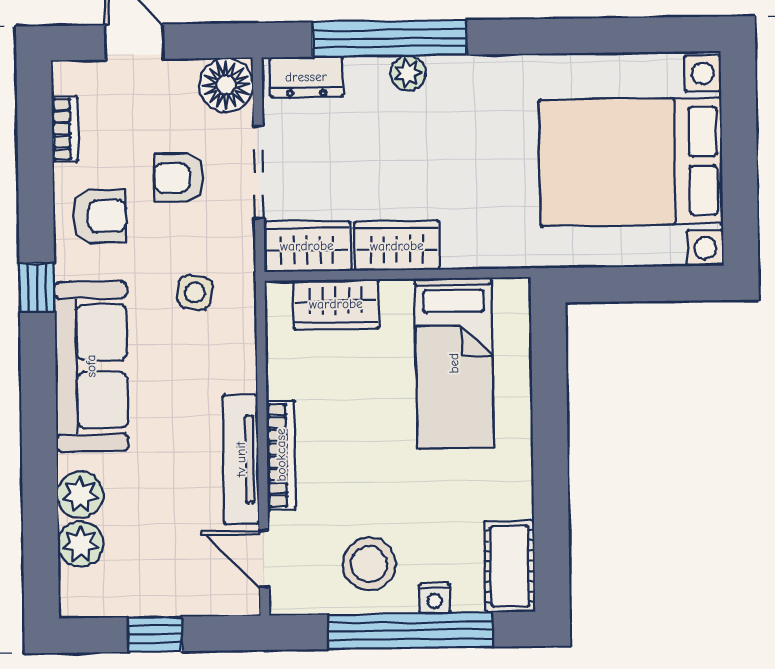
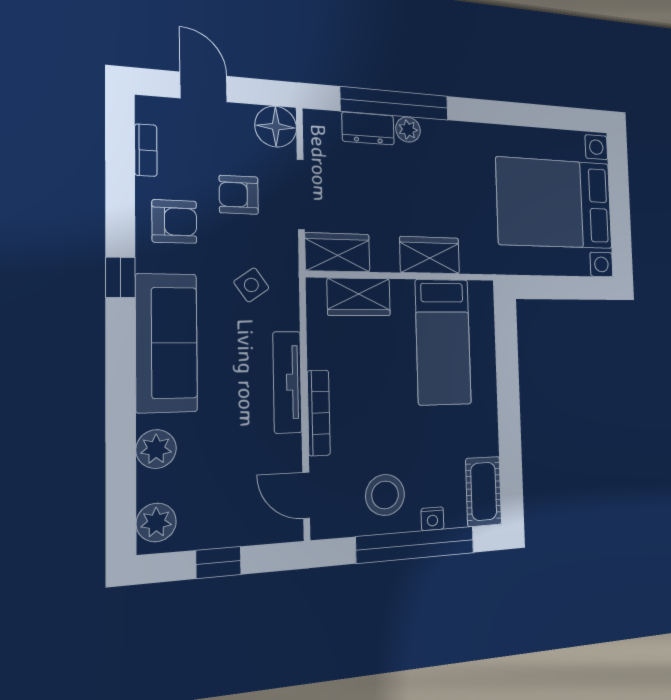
dresser: (306, 77) -> (368, 128), moved
wardrobe: (397, 246) -> (430, 255), moved
side table: (195, 292) -> (251, 285), turned 45
tv unit: (241, 459) -> (287, 382), moved
plant: (81, 544) -> (156, 522), moved

